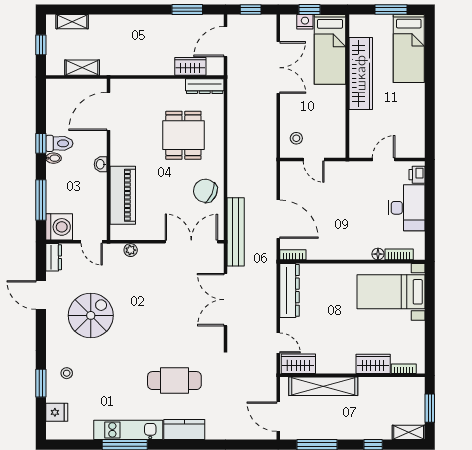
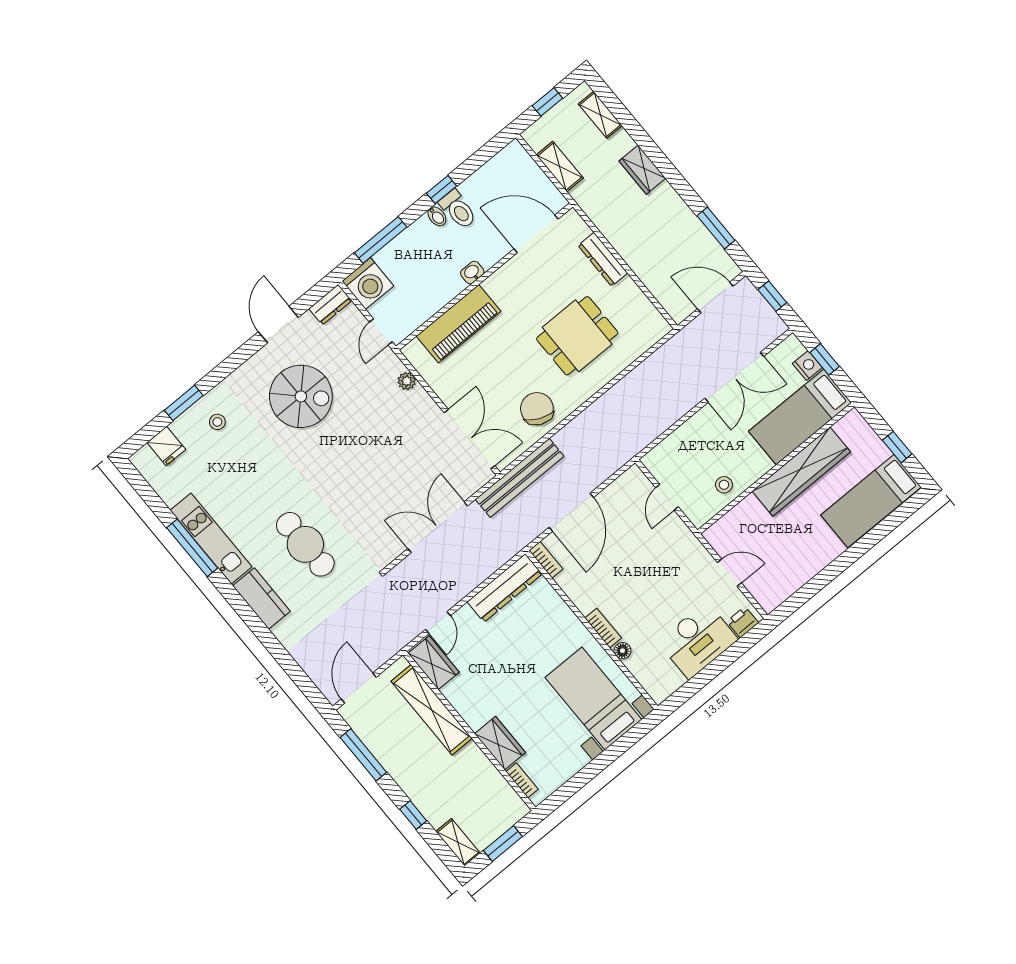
window: (391, 9) -> (897, 447), width x0.67
wardrobe: (190, 66) -> (642, 170), moved, turned 180
dresser: (205, 86) -> (603, 259), moved
stool: (296, 138) -> (724, 485), moved
bookcase: (399, 254) -> (603, 628), moved

